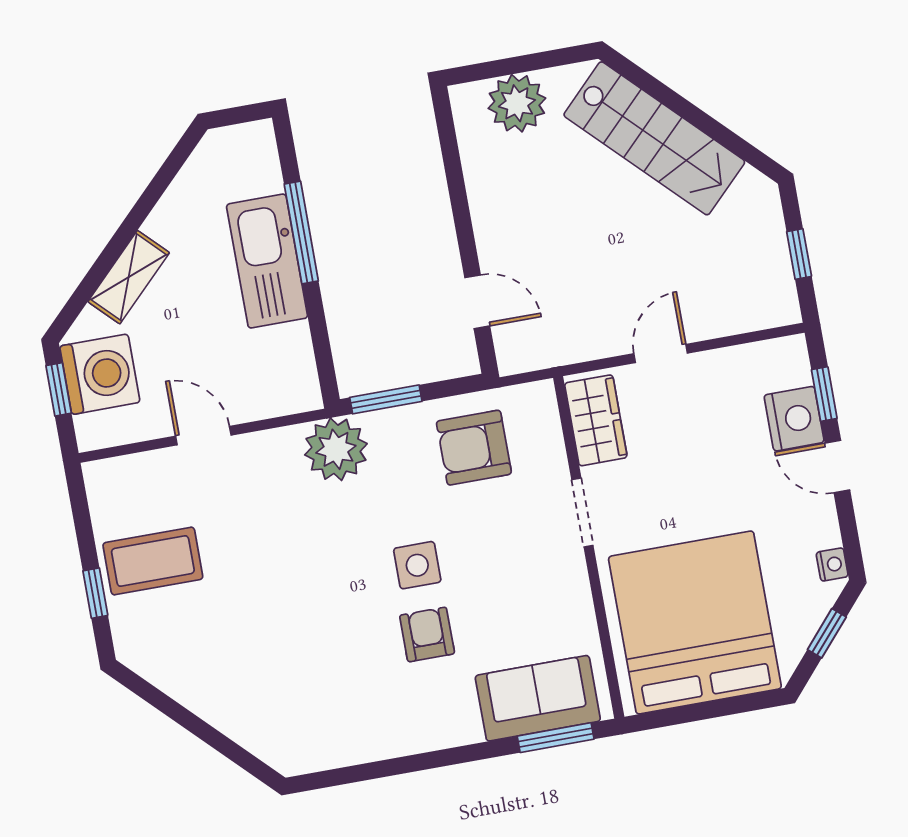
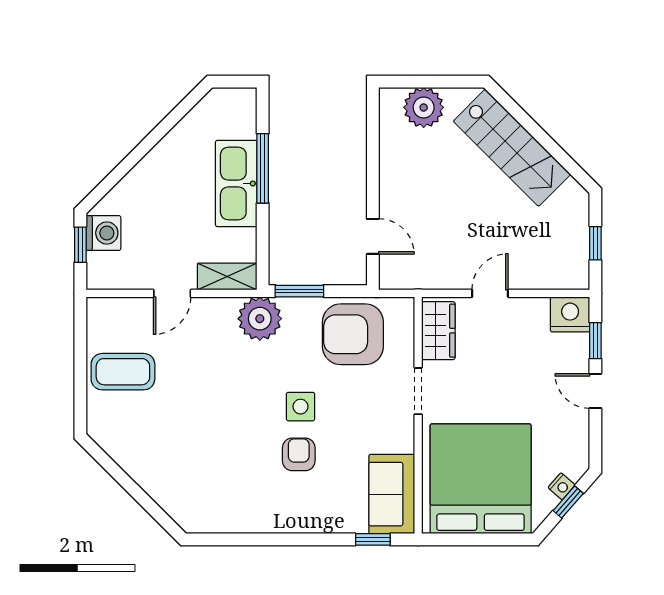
shelving: (129, 277) -> (227, 277), moved, turned 45
washing machine: (100, 374) -> (103, 233), width x0.73, depth x0.73
nightstand: (794, 419) -> (570, 314), moved, turned -90
door: (203, 436) -> (172, 293), swing flipped
armchair: (474, 448) -> (353, 334), width x1.36, depth x1.36
nightstand: (832, 564) -> (562, 486), moved, turned 41
window: (95, 593) -> (80, 386), removed
sofa: (538, 698) -> (392, 494), moved, turned -90
window: (556, 738) -> (373, 539), width x0.67

